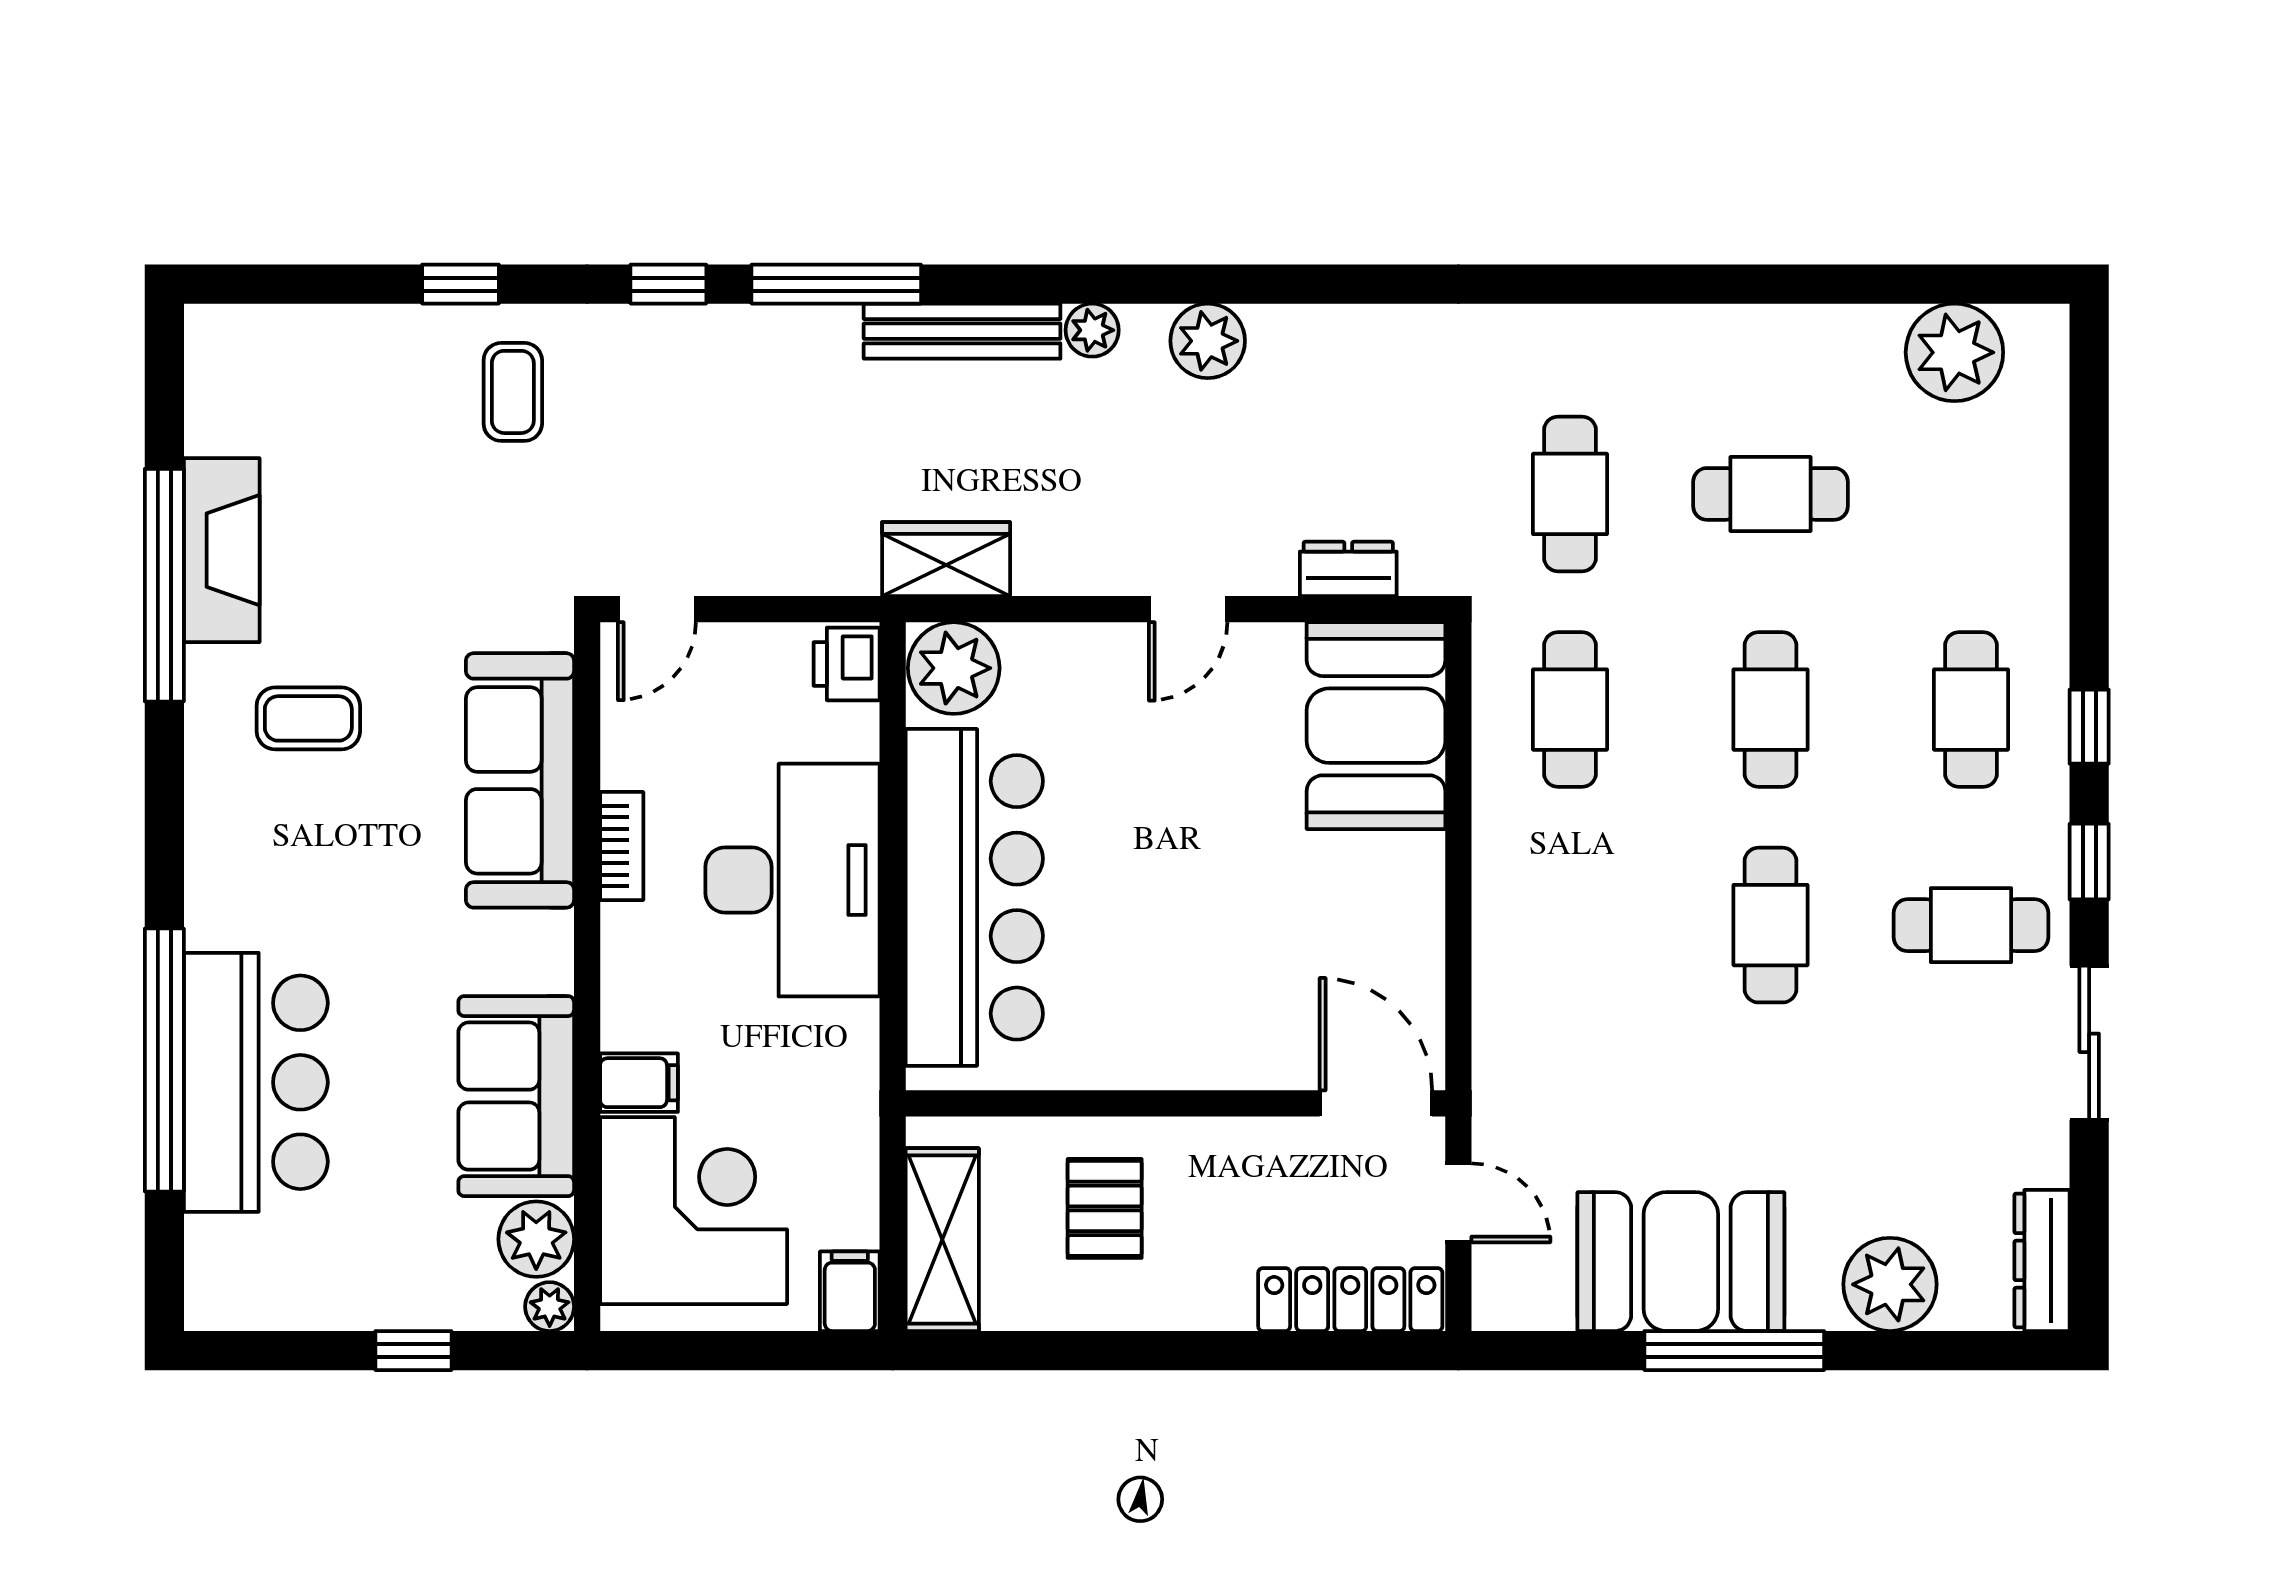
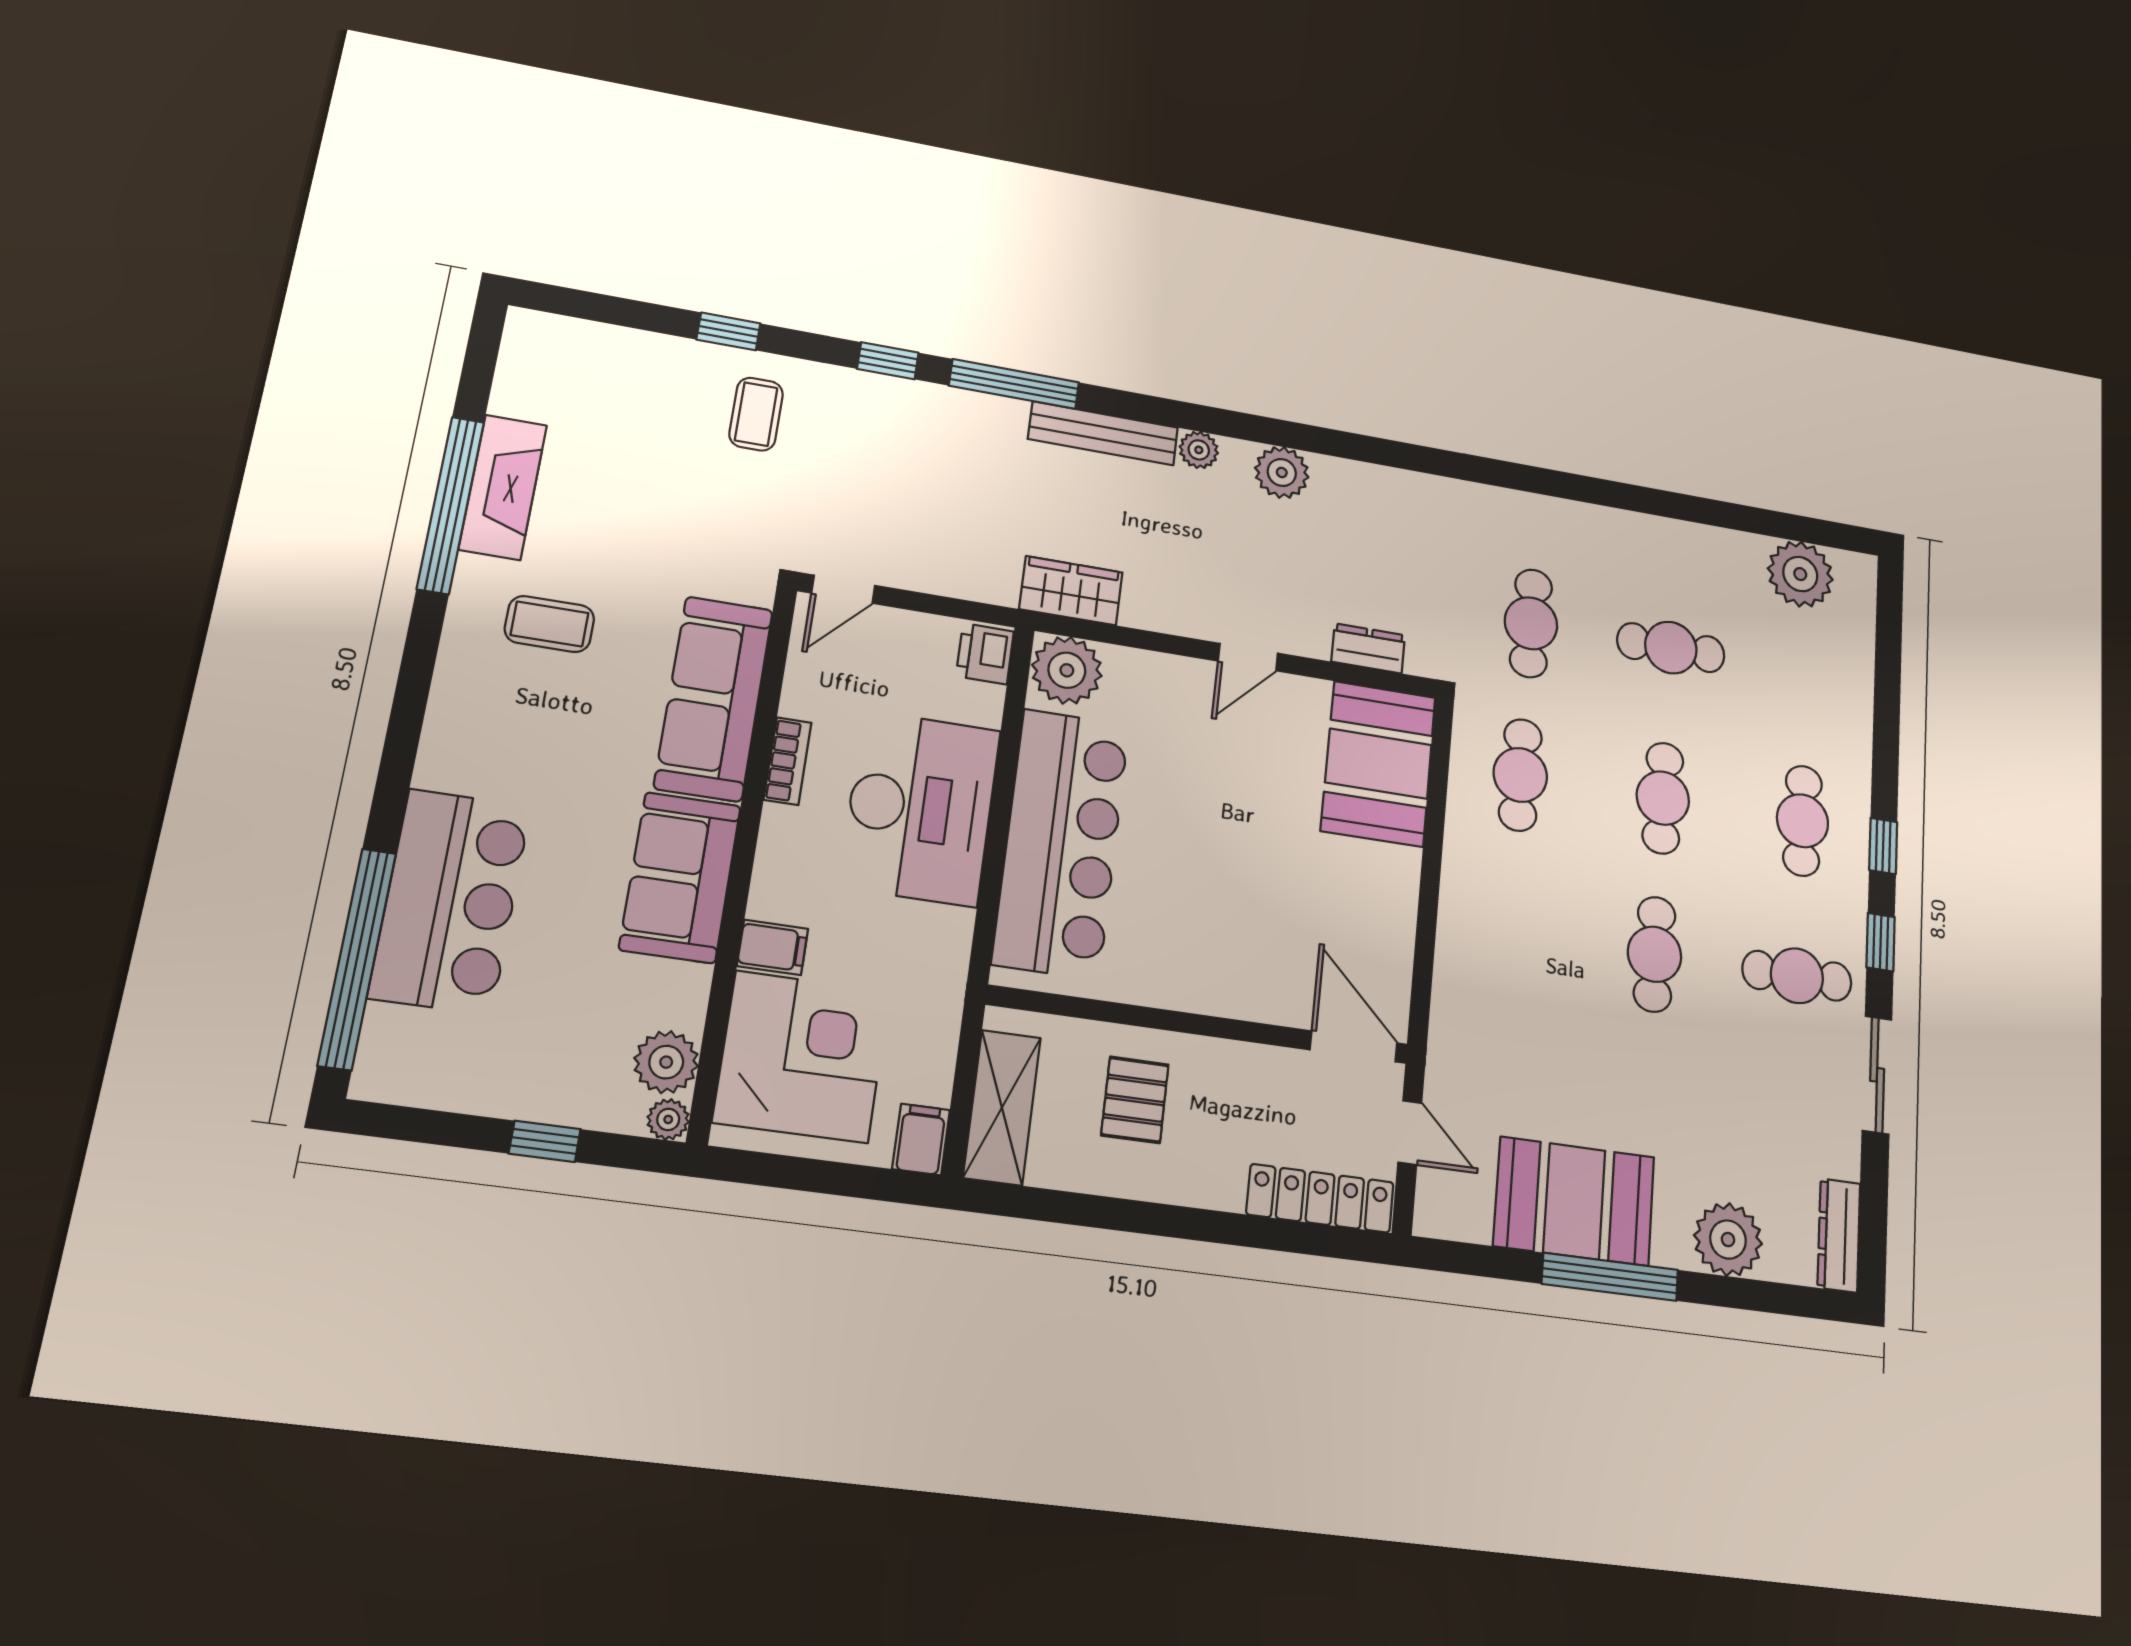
window: (164, 1060) -> (357, 959), moved
sofa: (516, 1096) -> (680, 877), moved

